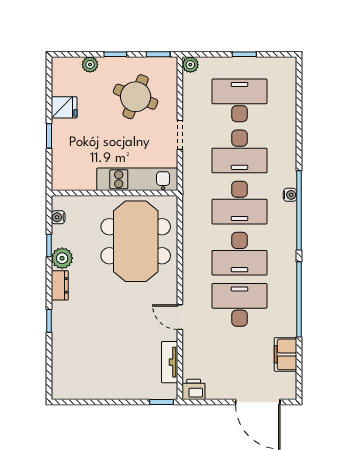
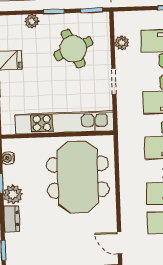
plant: (190, 65) -> (122, 43), moved
round table: (136, 97) -> (73, 49), turned 45
kitchen unit: (137, 179) -> (64, 122), width x1.36

